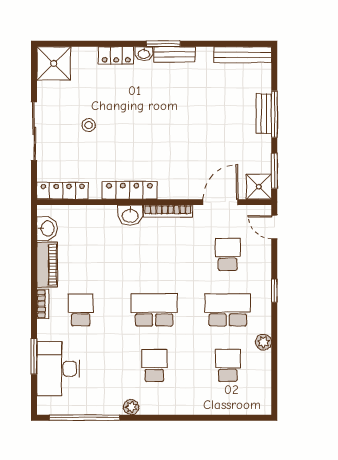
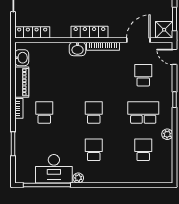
locker: (130, 190) -> (89, 32), moved
school desk: (154, 310) -> (94, 113), width x0.54
desk: (58, 369) -> (54, 169), moved, turned -90

